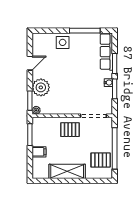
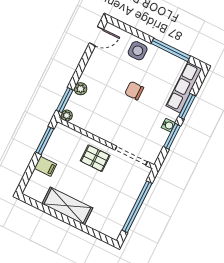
door: (30, 63) -> (96, 36), moved
chair: (74, 71) -> (134, 91), added
plant: (41, 87) -> (81, 89), width x0.53, depth x0.53
pallet: (101, 160) -> (114, 212), removed

